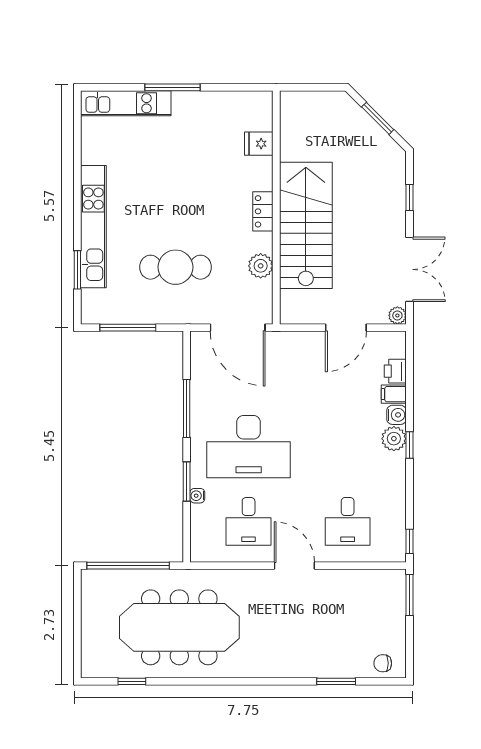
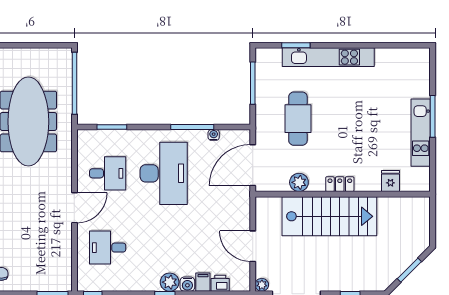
kitchen unit: (126, 103) -> (421, 133), moved
desk: (249, 447) -> (164, 173), turned 180
window: (187, 482) -> (112, 127), moved
water cooler: (197, 496) -> (214, 135), moved
desk: (249, 521) -> (108, 173), turned 180

